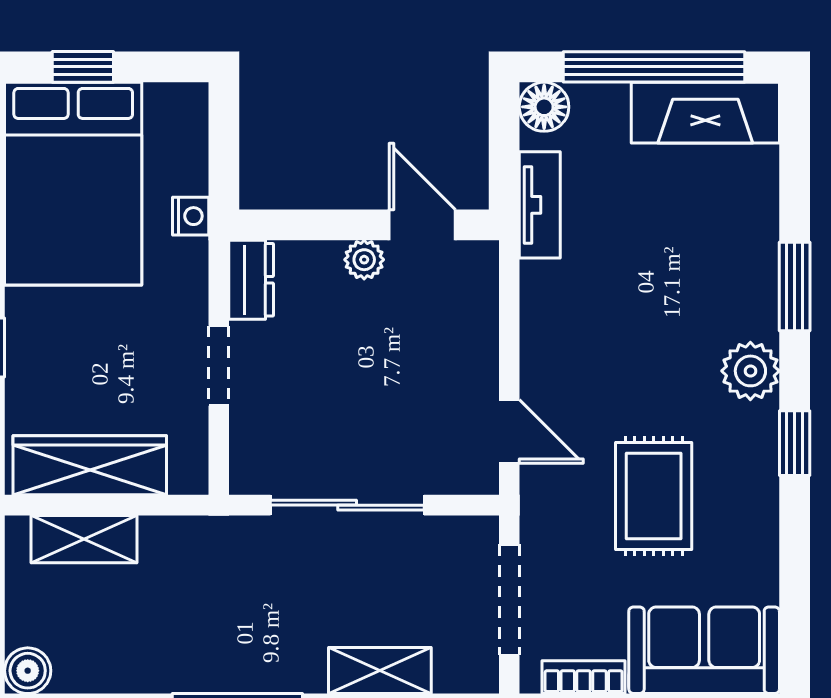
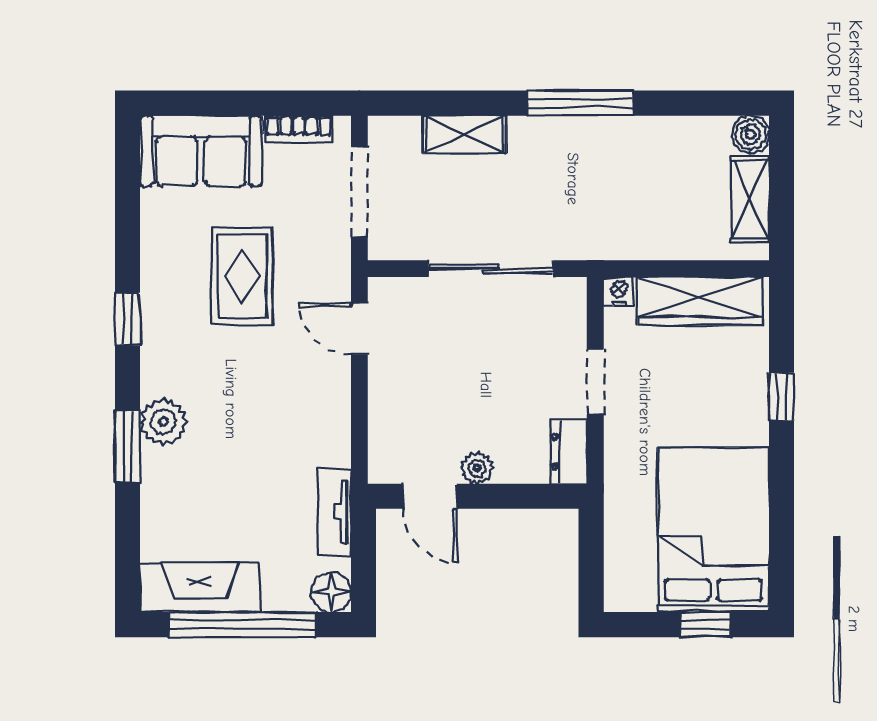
nightstand: (191, 216) -> (619, 292), moved, turned 90
plant: (750, 371) -> (163, 422), moved
shelving: (84, 539) -> (750, 199), moved, turned 90

